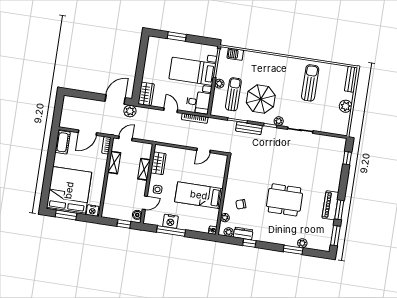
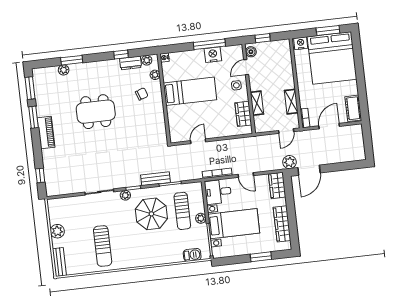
wardrobe: (151, 60) -> (282, 224), added
piano: (330, 205) -> (46, 132), moved

